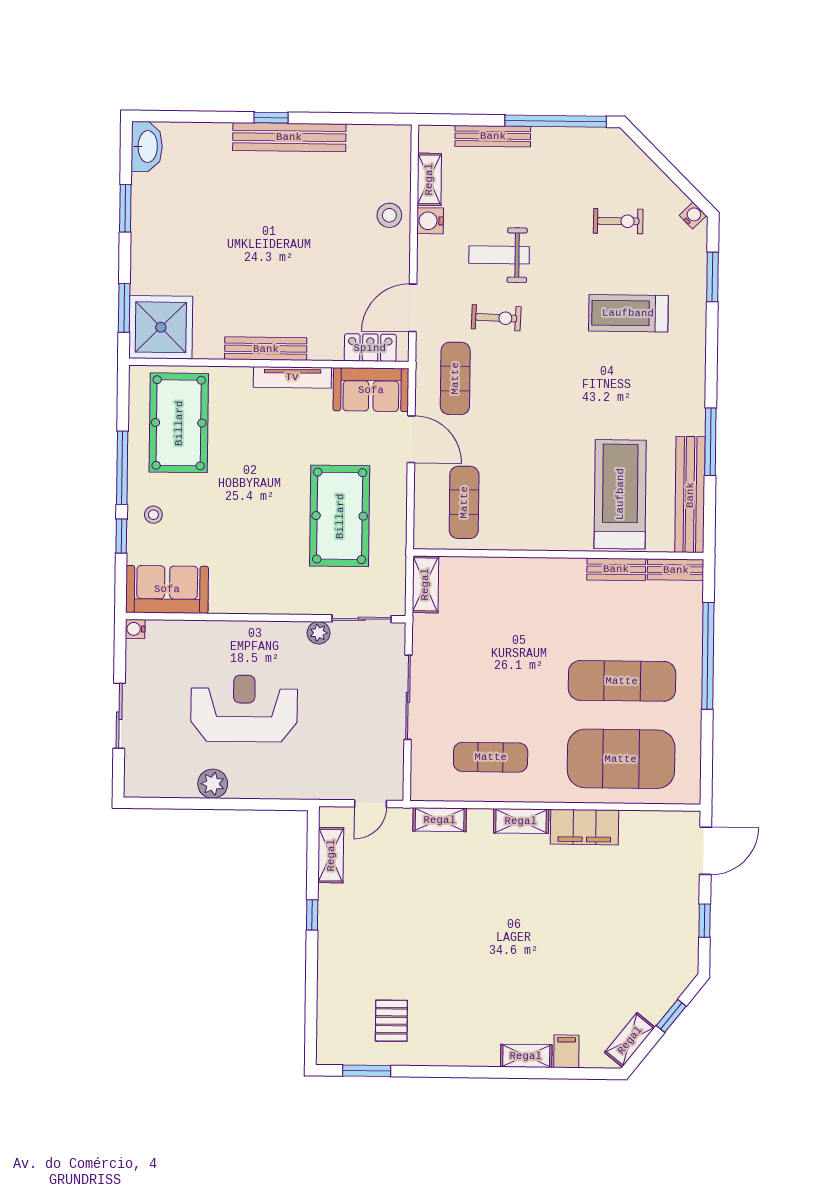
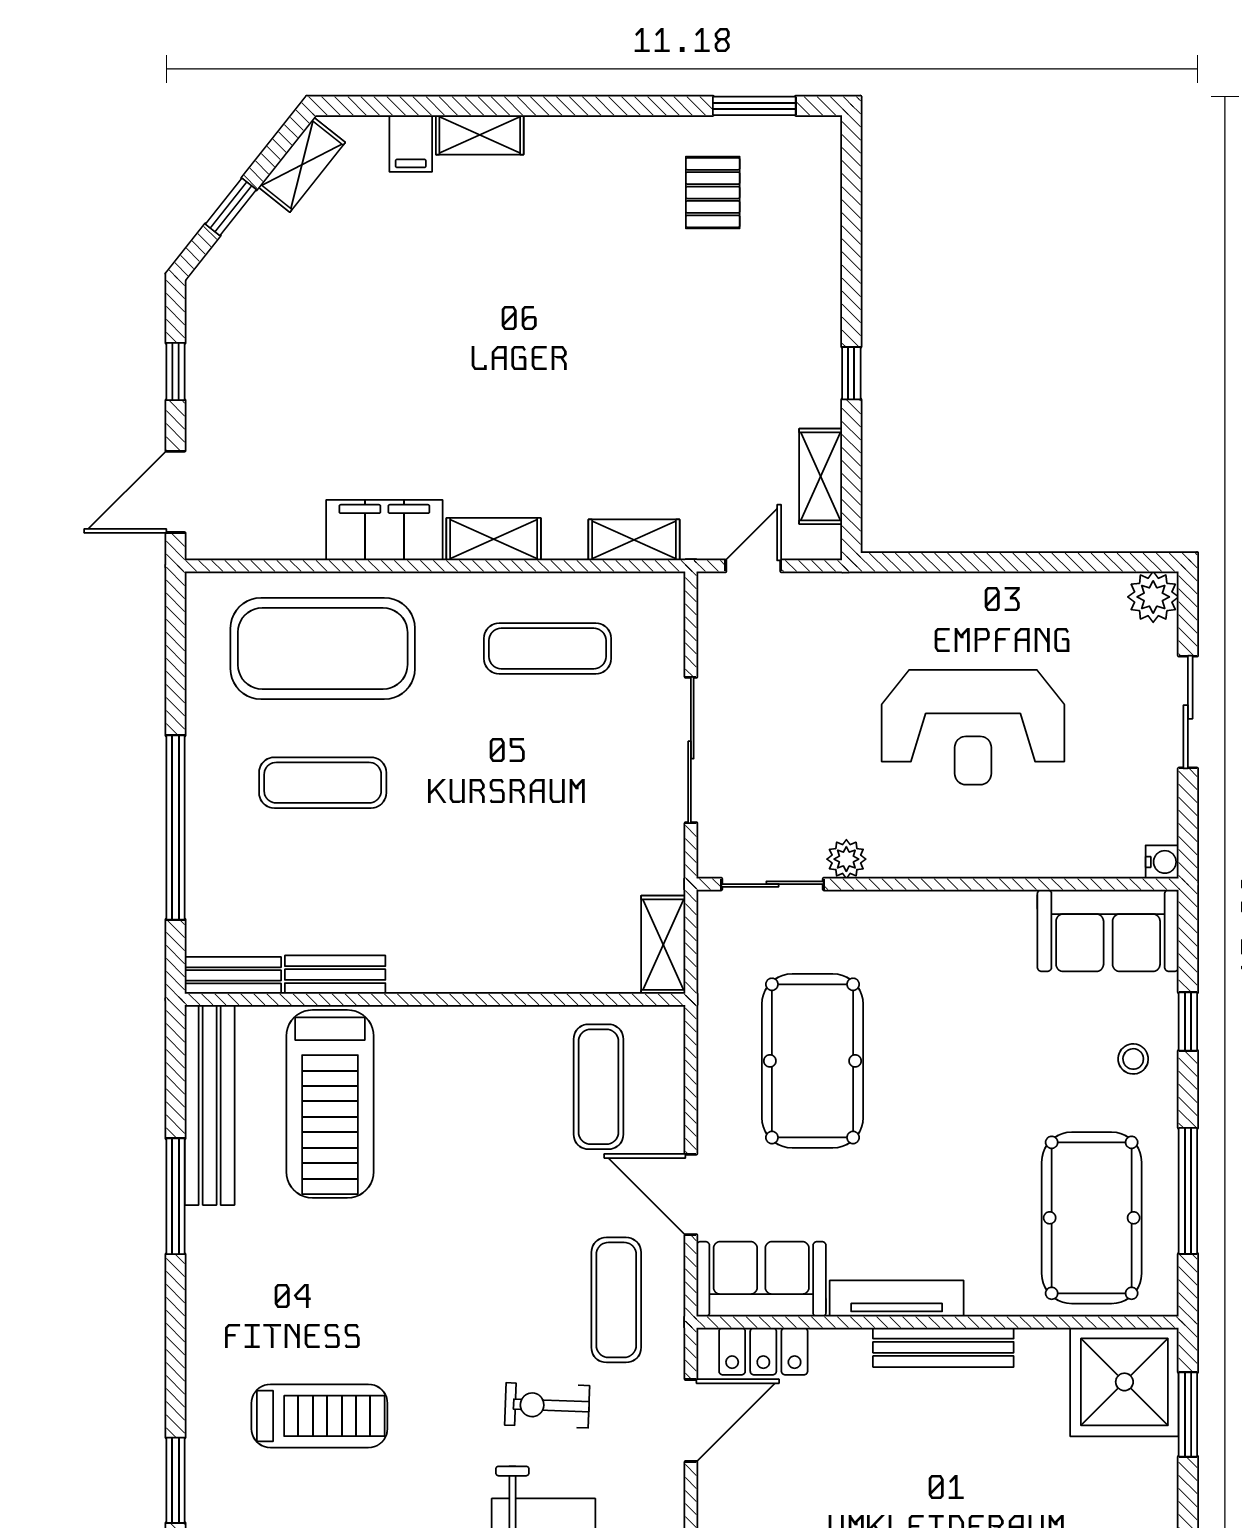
window: (122, 468) -> (1188, 1191), moved
exercise mat: (622, 681) -> (323, 783), width x0.73, depth x0.69
plant: (213, 784) -> (1153, 597), moved

